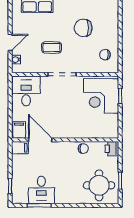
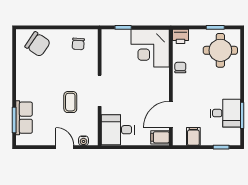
chair: (83, 28) -> (38, 44), moved, turned -56
corner desk: (101, 96) -> (150, 48), moved, turned 90
filing cabinet: (20, 148) -> (193, 136), moved

